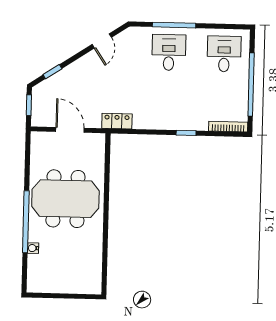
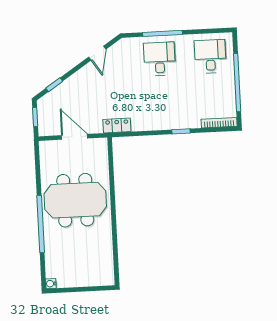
water cooler: (33, 248) -> (51, 284), moved

